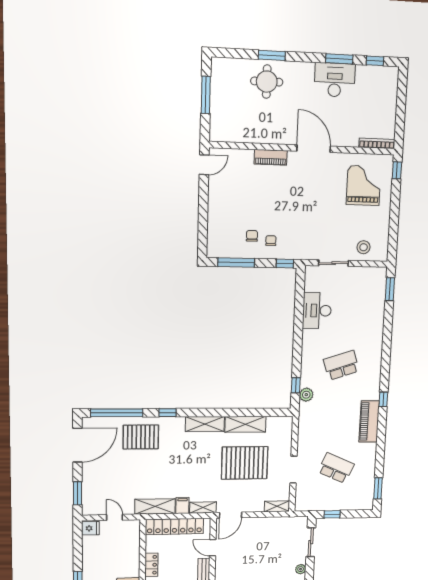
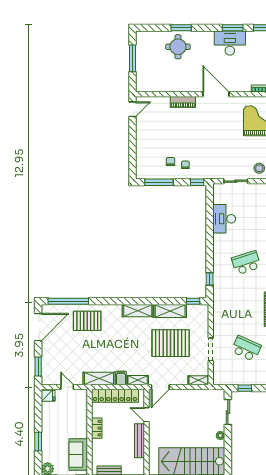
plant: (306, 395) -> (219, 287), removed
window: (168, 413) -> (193, 301), moved

